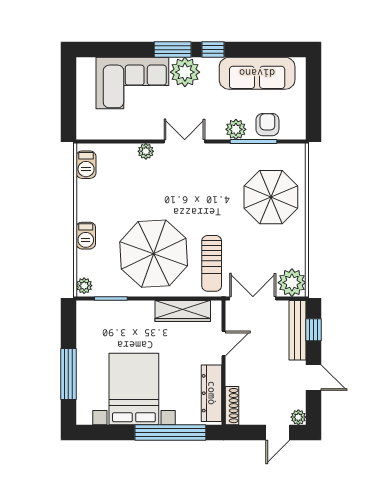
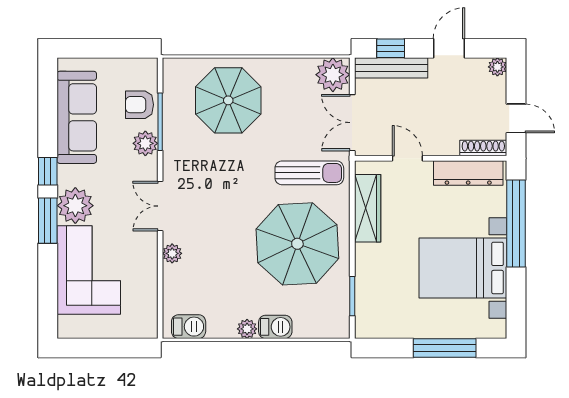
plant: (84, 286) -> (247, 329), moved
door: (278, 432) -> (516, 118), moved

